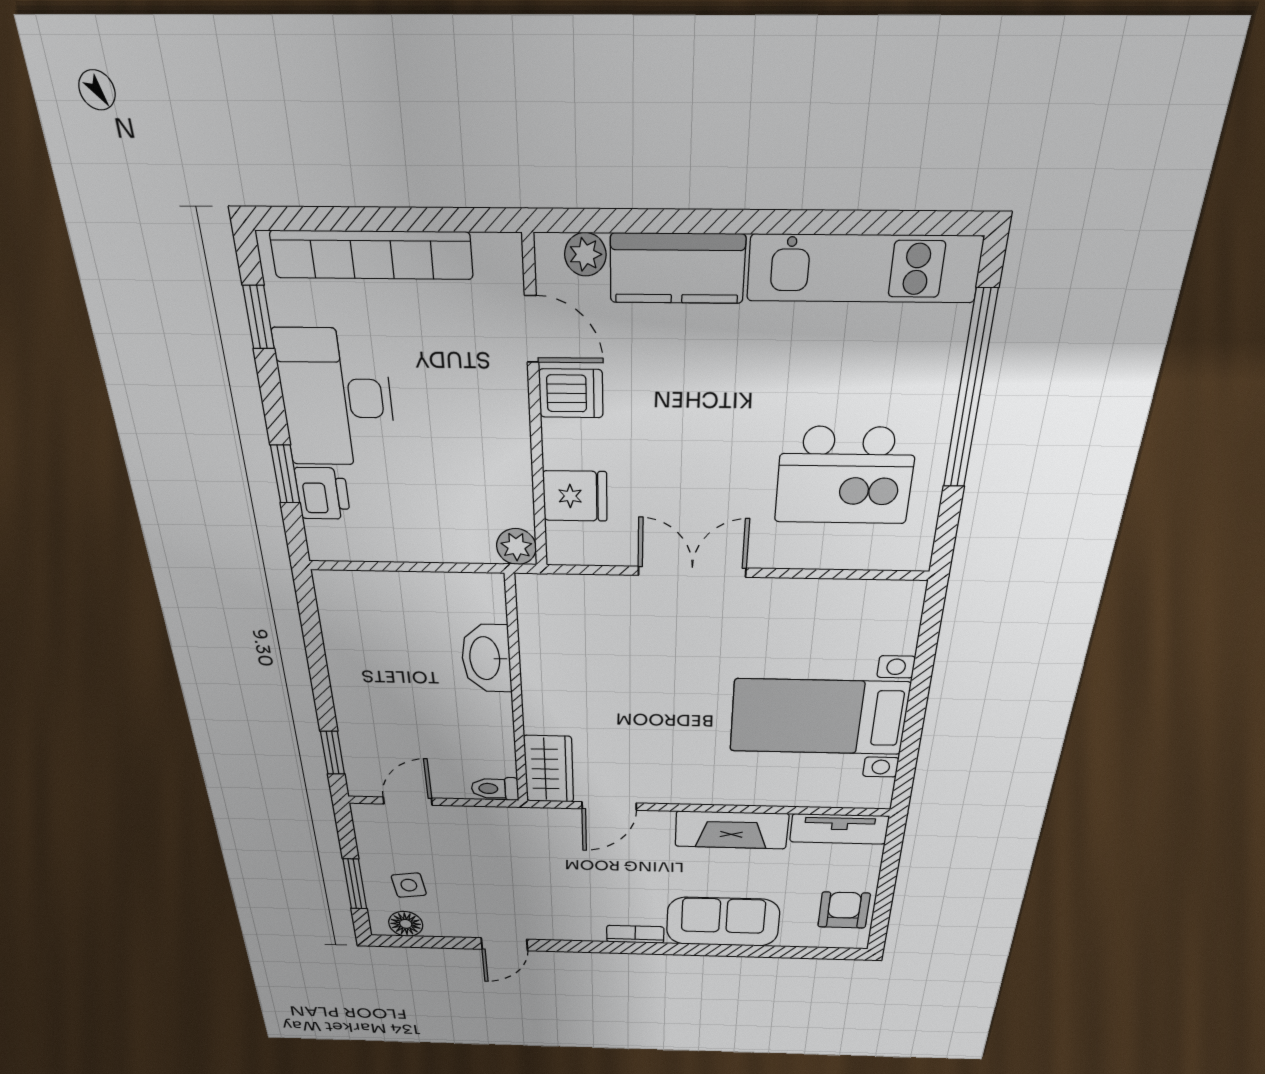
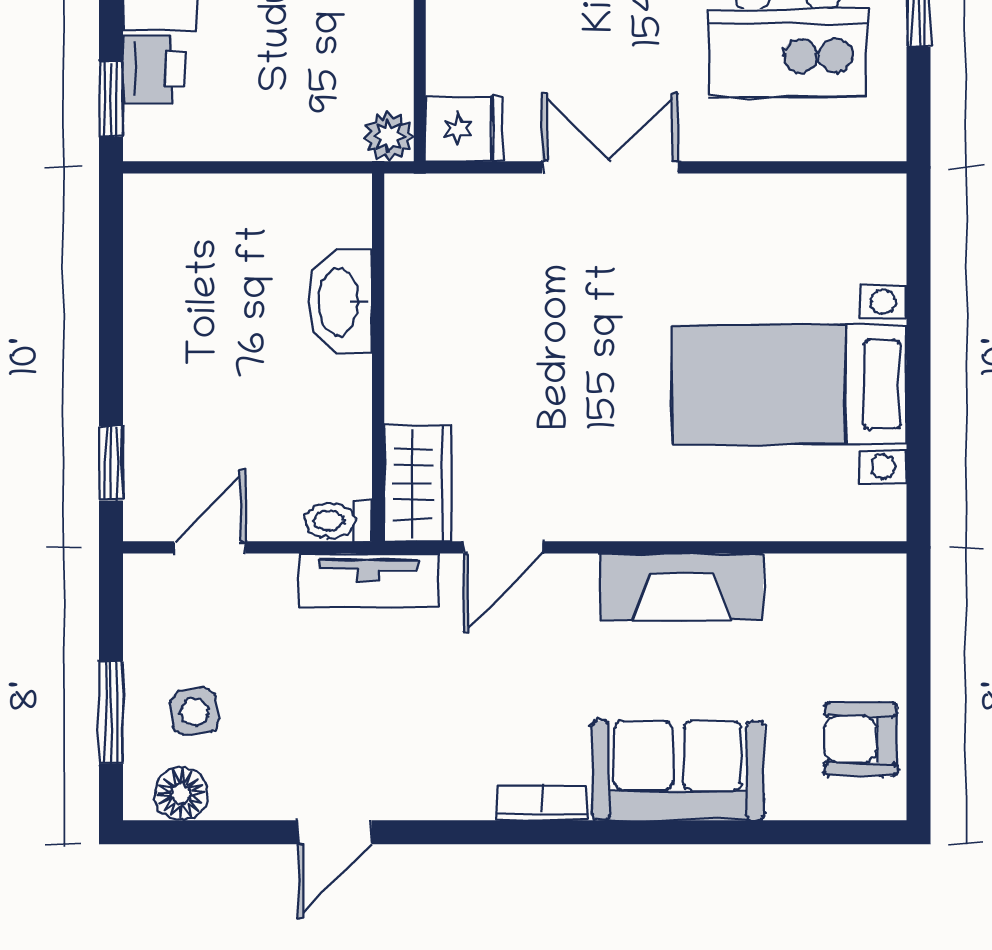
window: (285, 474) -> (111, 99), moved
fridge: (575, 496) -> (464, 129), moved
tv unit: (839, 829) -> (368, 580), moved
armchair: (844, 910) -> (861, 739), turned -90

